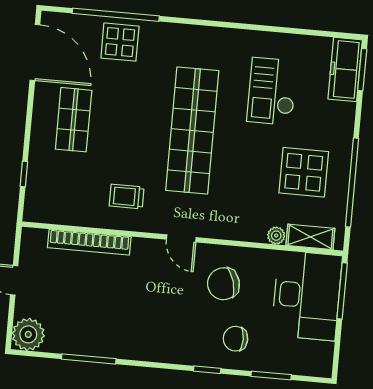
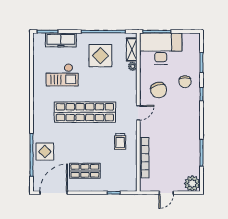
freezer: (345, 69) -> (61, 40), moved

